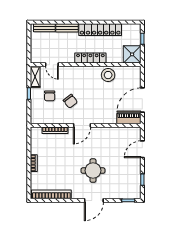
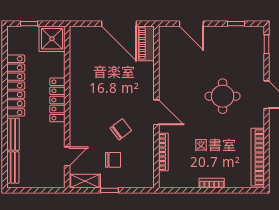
stool: (108, 75) -> (82, 74), removed

